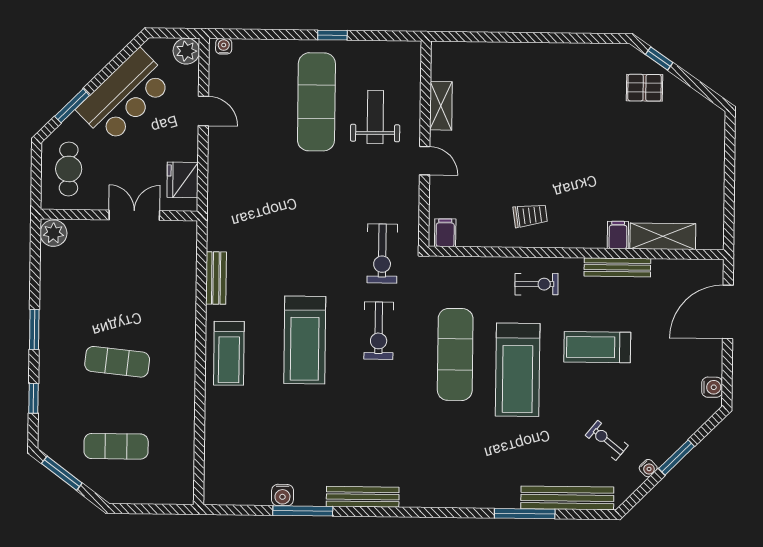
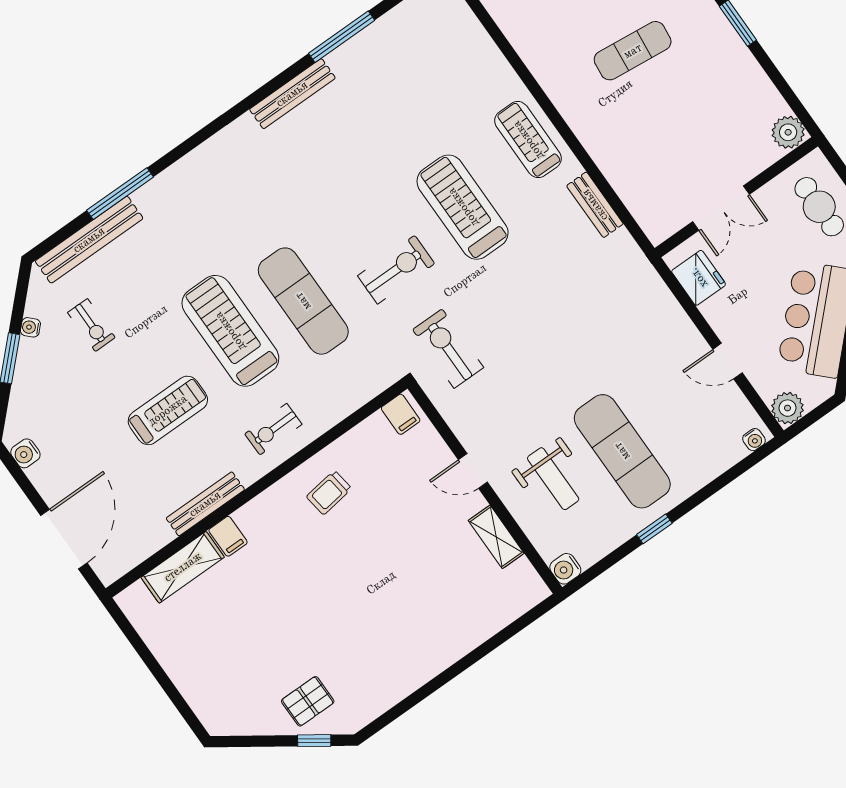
exercise bike: (379, 331) -> (396, 270), turned 90
exercise bike: (607, 440) -> (91, 325), turned 51
water cooler: (282, 495) -> (565, 569), moved, turned -90

